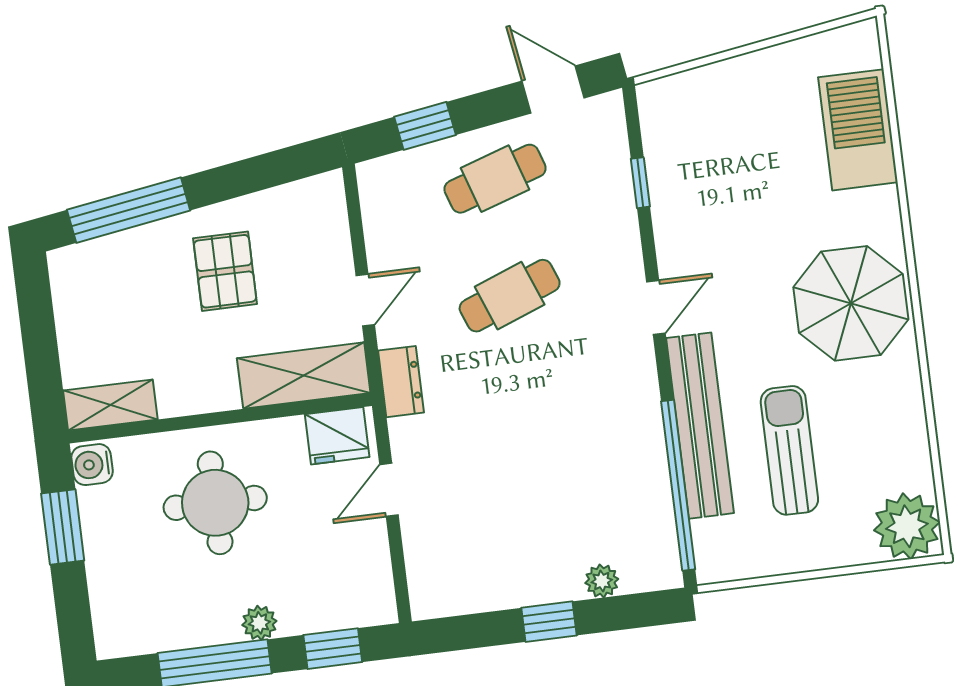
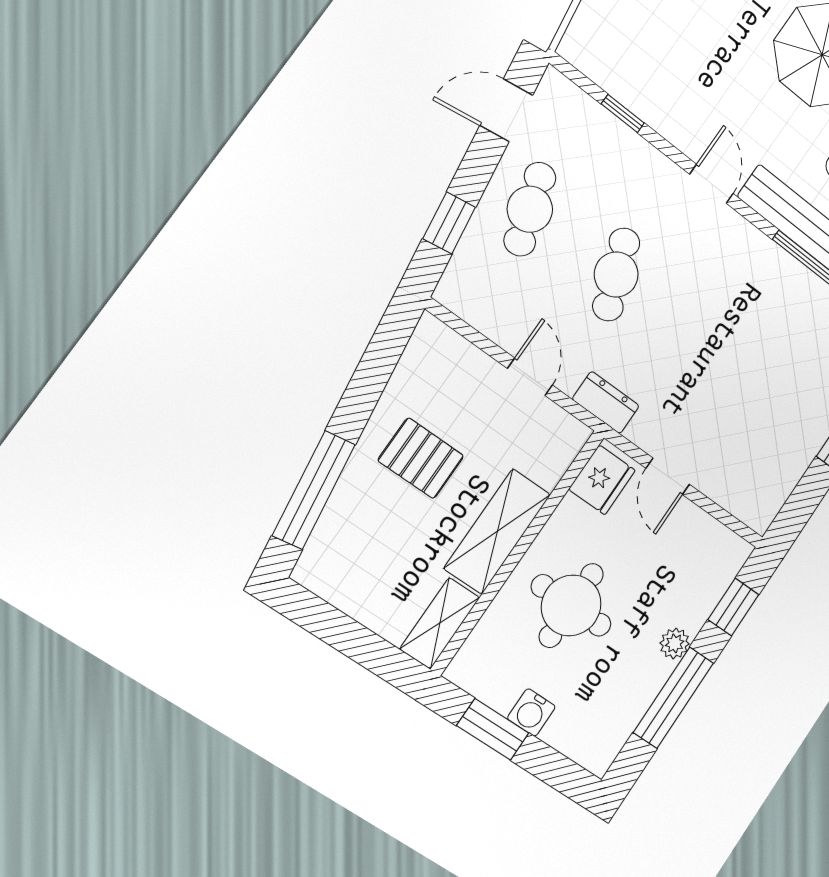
shelving: (304, 376) -> (497, 531), moved
water cooler: (92, 465) -> (531, 712), moved

